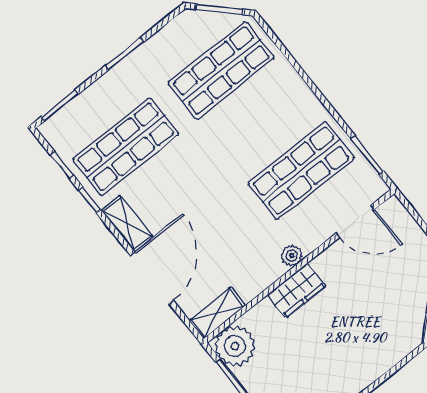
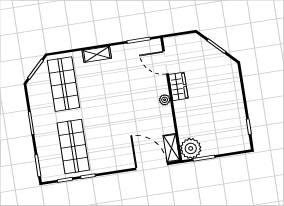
shop shelf: (301, 171) -> (129, 74), removed
door: (355, 221) -> (165, 63), swing flipped
shelving: (127, 223) -> (97, 54), moved
door: (152, 278) -> (152, 166), moved
wardrobe: (297, 290) -> (178, 86), moved

